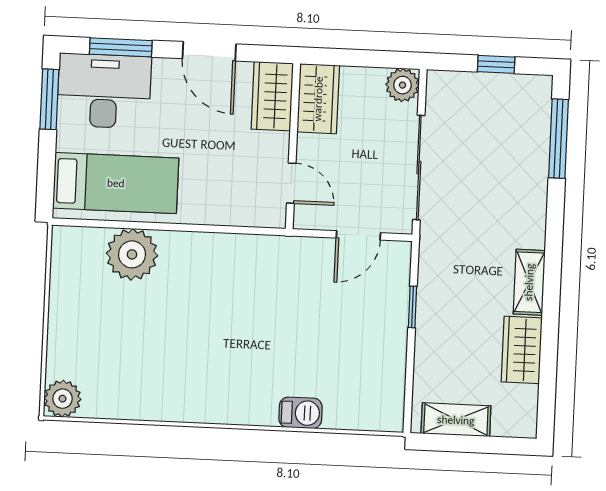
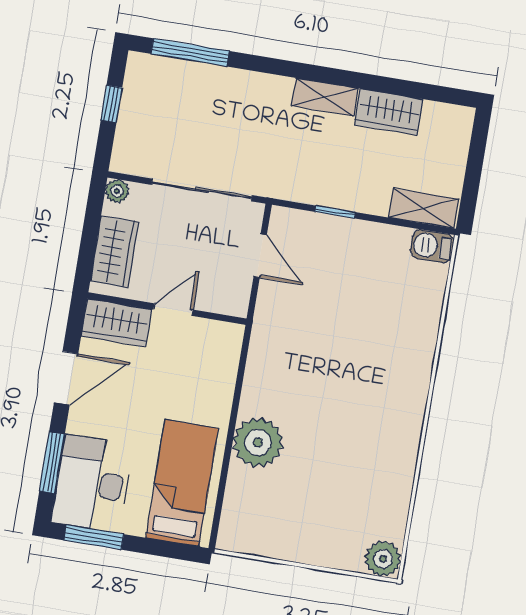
plant: (402, 85) -> (117, 191), width x0.73, depth x0.73
wardrobe: (318, 99) -> (114, 252), moved, turned 90
door: (291, 183) -> (173, 310), moved
plant: (132, 254) -> (258, 442), moved
barbecue: (300, 413) -> (432, 246), moved, turned -90
shelving: (456, 420) -> (424, 208), moved, turned 90

